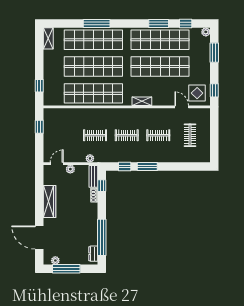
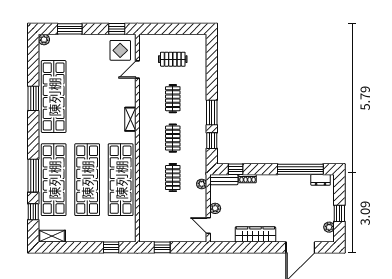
window: (186, 23) -> (33, 212), moved
shop shelf: (160, 67) -> (87, 97), removed
window: (66, 269) -> (339, 213), width x0.46

